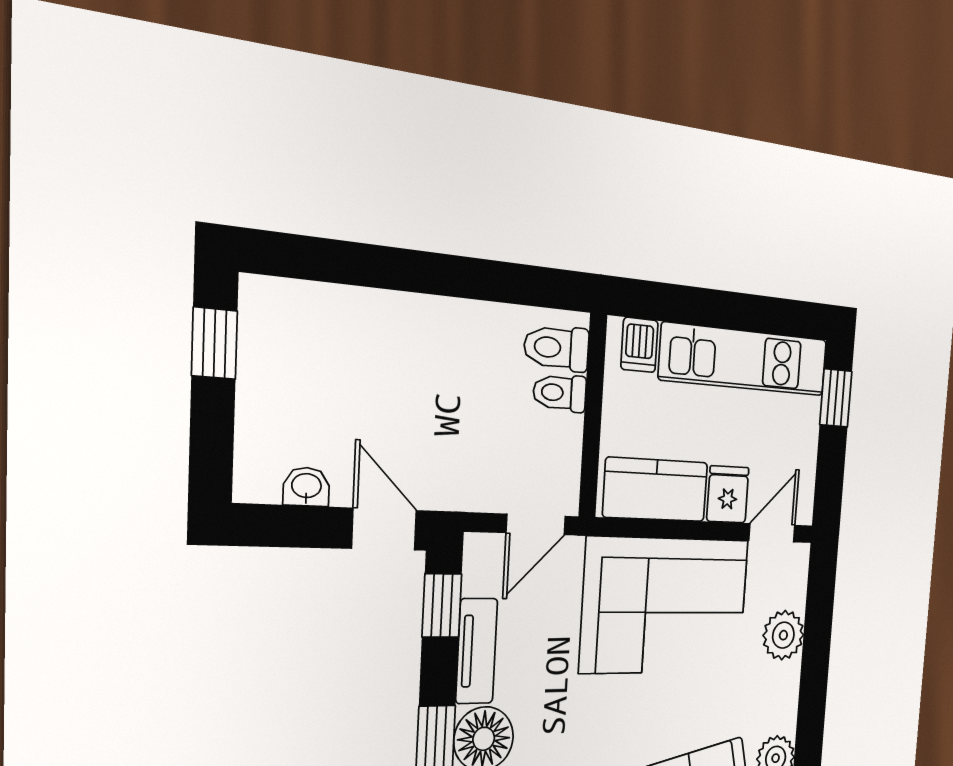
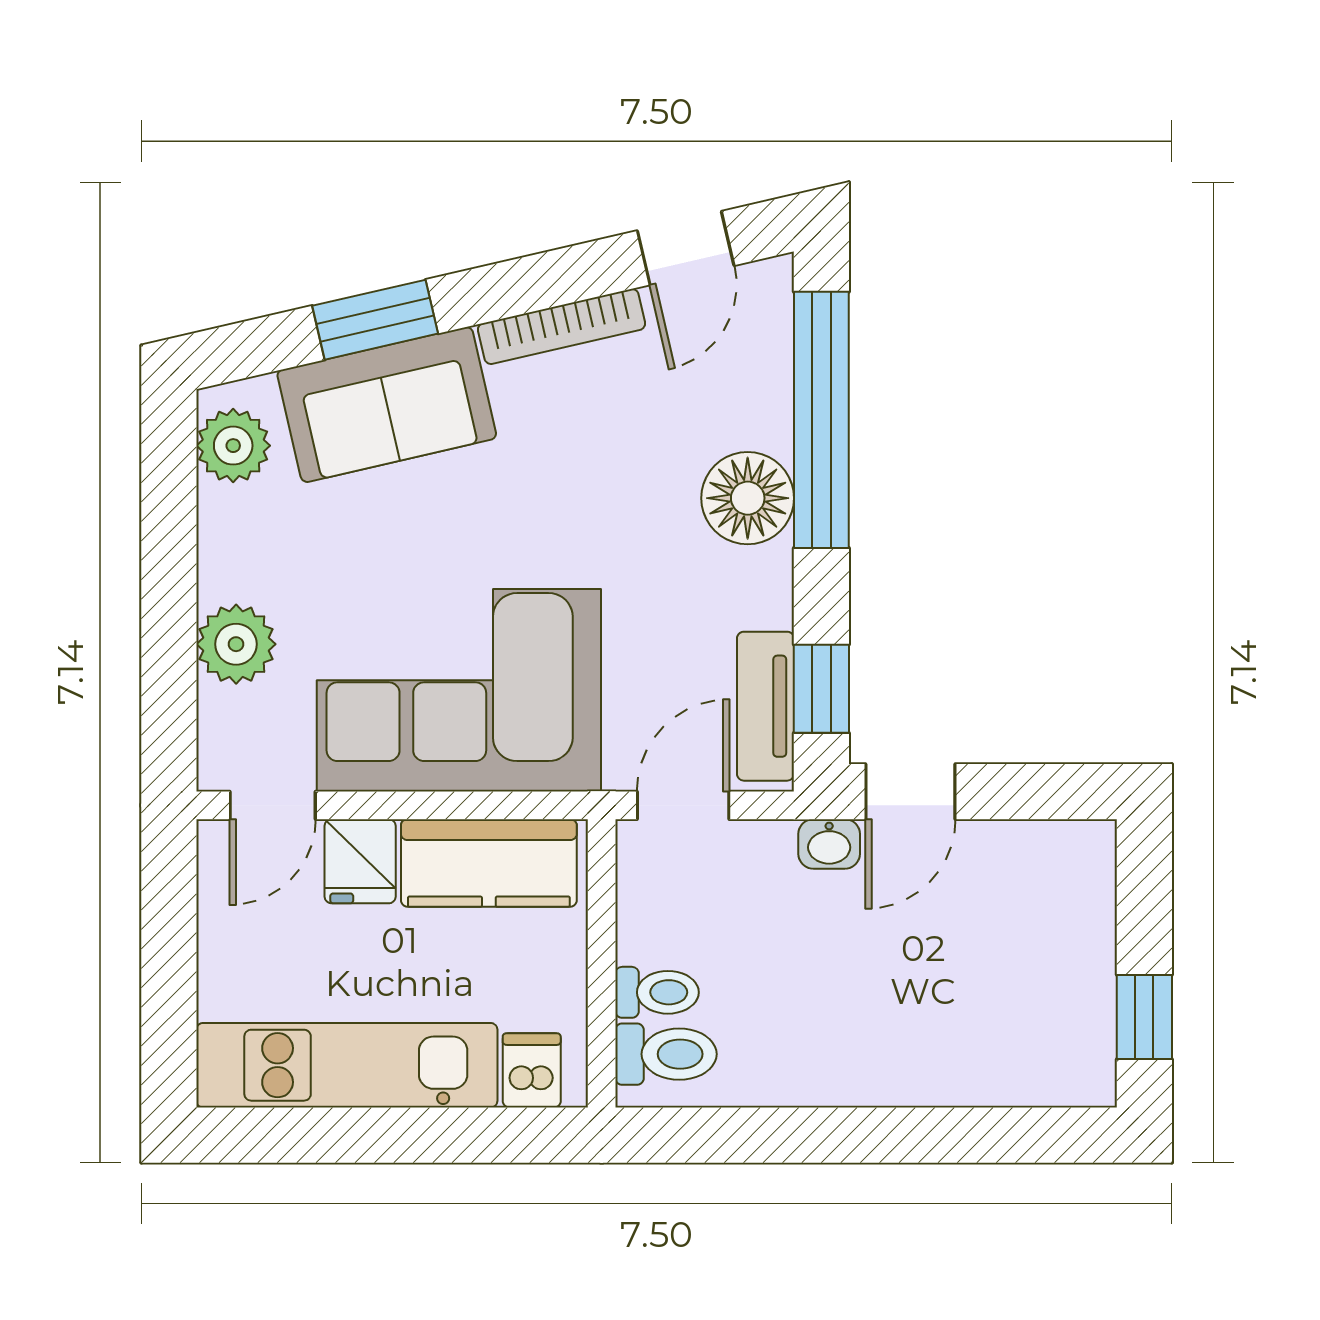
window: (836, 398) -> (169, 1021), removed
washbasin: (306, 487) -> (829, 844), moved
door: (384, 529) -> (910, 792), hinge flipped
tv unit: (477, 651) -> (766, 706), moved

